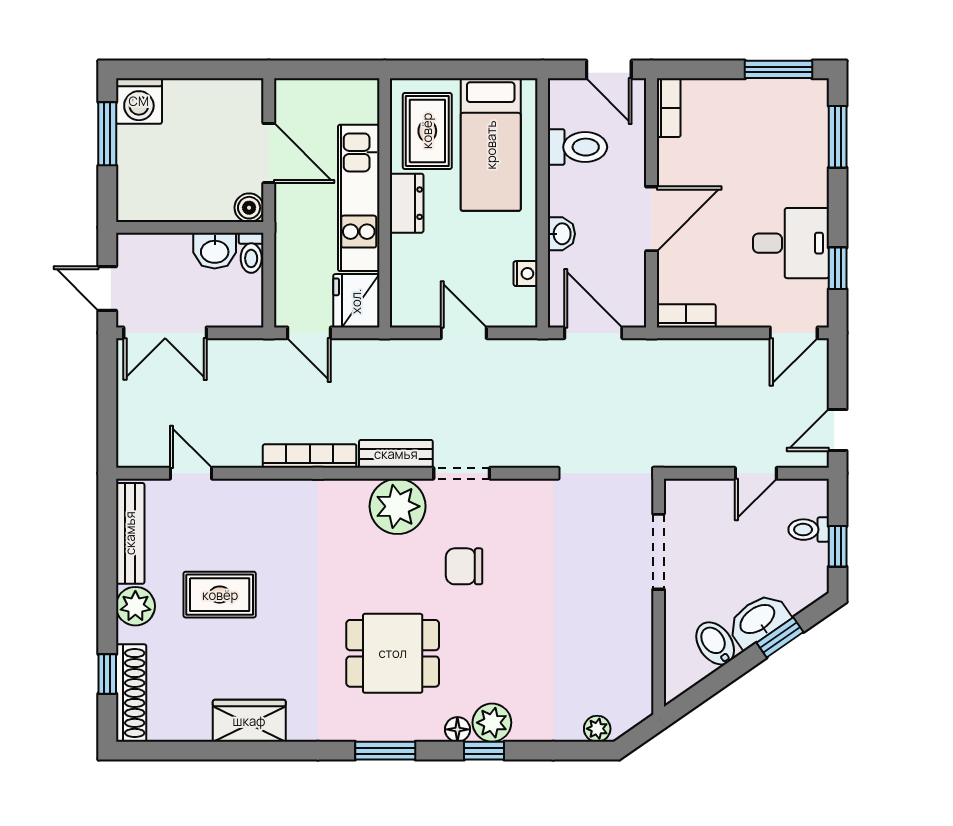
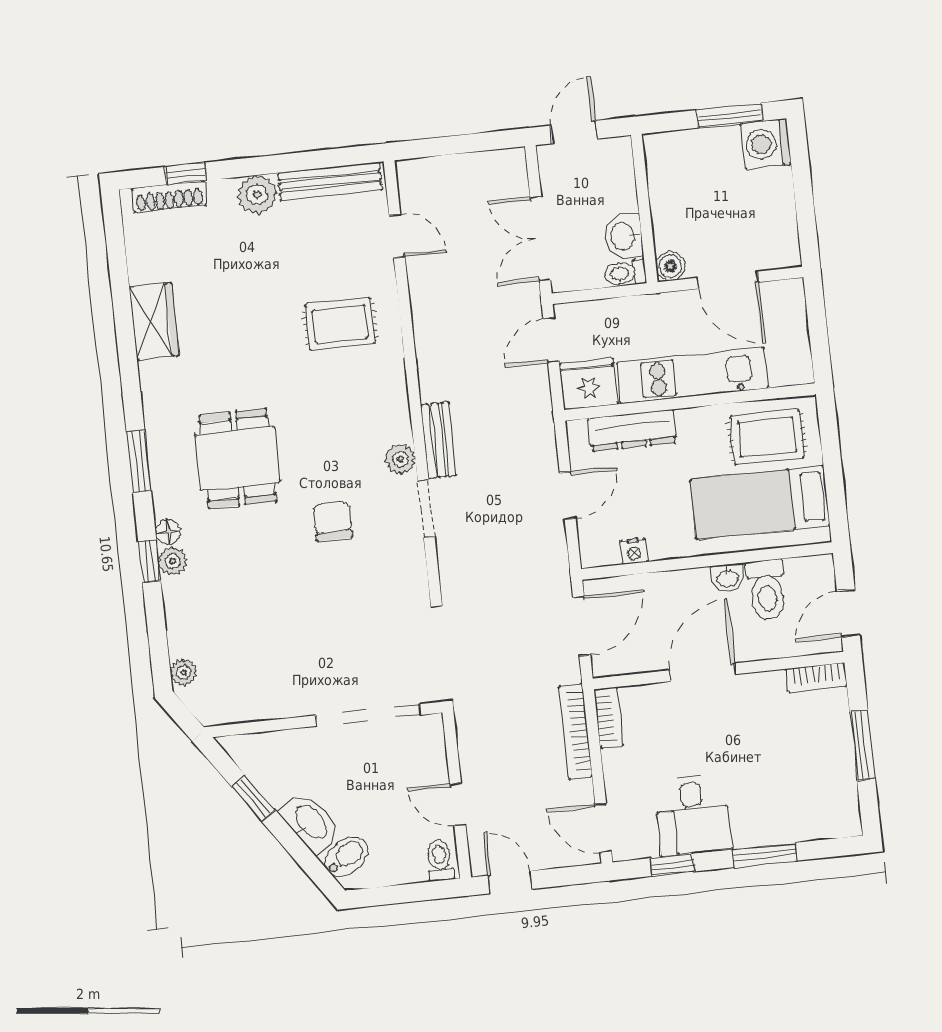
window: (779, 69) -> (862, 745), moved
window: (838, 137) -> (764, 855), moved
door: (269, 153) -> (728, 280), hinge flipped
dresser: (407, 203) -> (632, 431), moved, width x1.44
door: (652, 219) -> (702, 672), swing flipped
washbasin: (561, 234) -> (728, 578), moved
double door: (165, 333) -> (540, 239), moved
bookcase: (310, 456) -> (575, 731), moved, turned 180
door: (191, 473) -> (397, 236), hinge flipped
plant: (398, 506) -> (400, 459), width x0.53, depth x0.53
toilet: (809, 530) -> (440, 860), moved
window: (838, 546) -> (393, 895), removed
doorway: (659, 552) -> (368, 715), width x1.36
rug: (220, 595) -> (340, 324), moved, turned 90
window: (780, 637) -> (253, 798), moved
bidet: (715, 643) -> (346, 856), moved
shoe rack: (131, 693) -> (169, 197), width x0.74, depth x0.81
plant: (492, 723) -> (173, 561), width x0.73, depth x0.73

